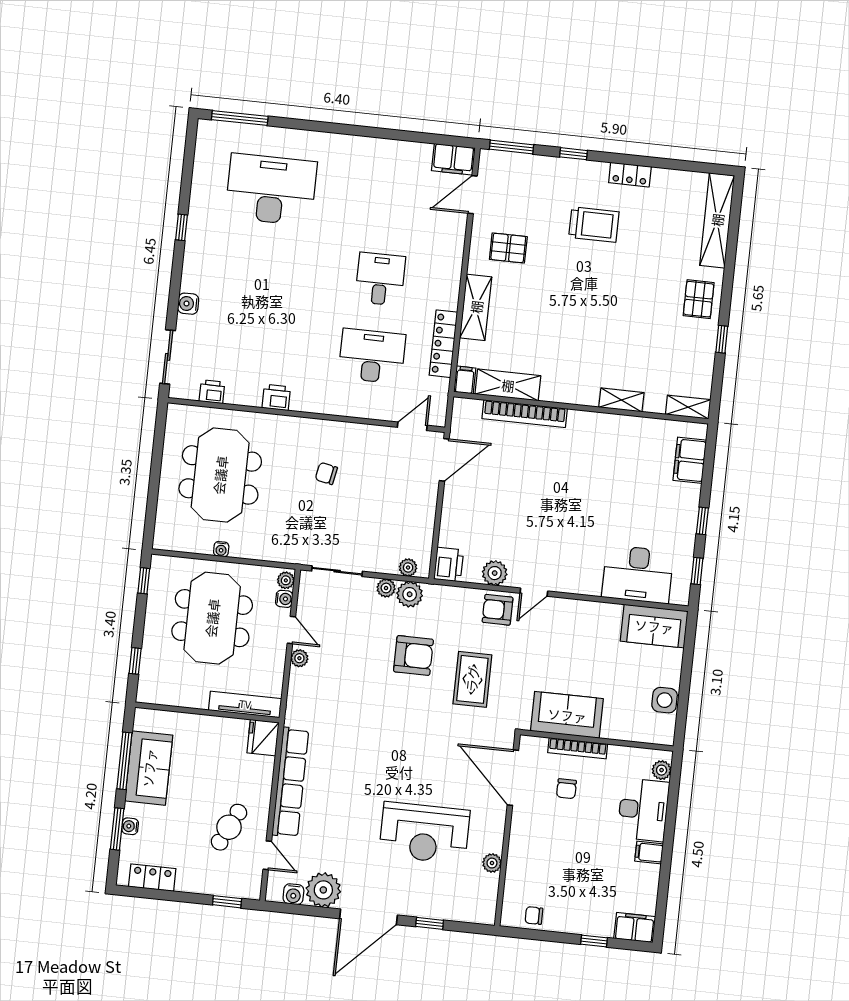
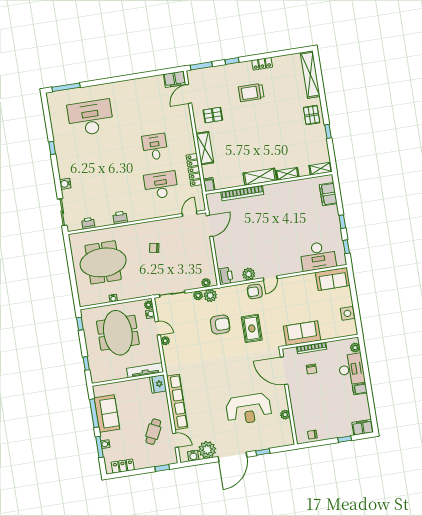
trolley: (594, 225) -> (251, 93), turned 180
shelving: (508, 385) -> (260, 177), moved
meeting table: (220, 475) -> (103, 262), turned 90

